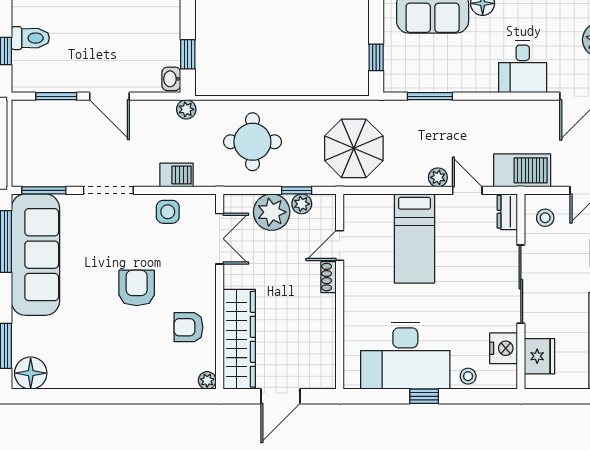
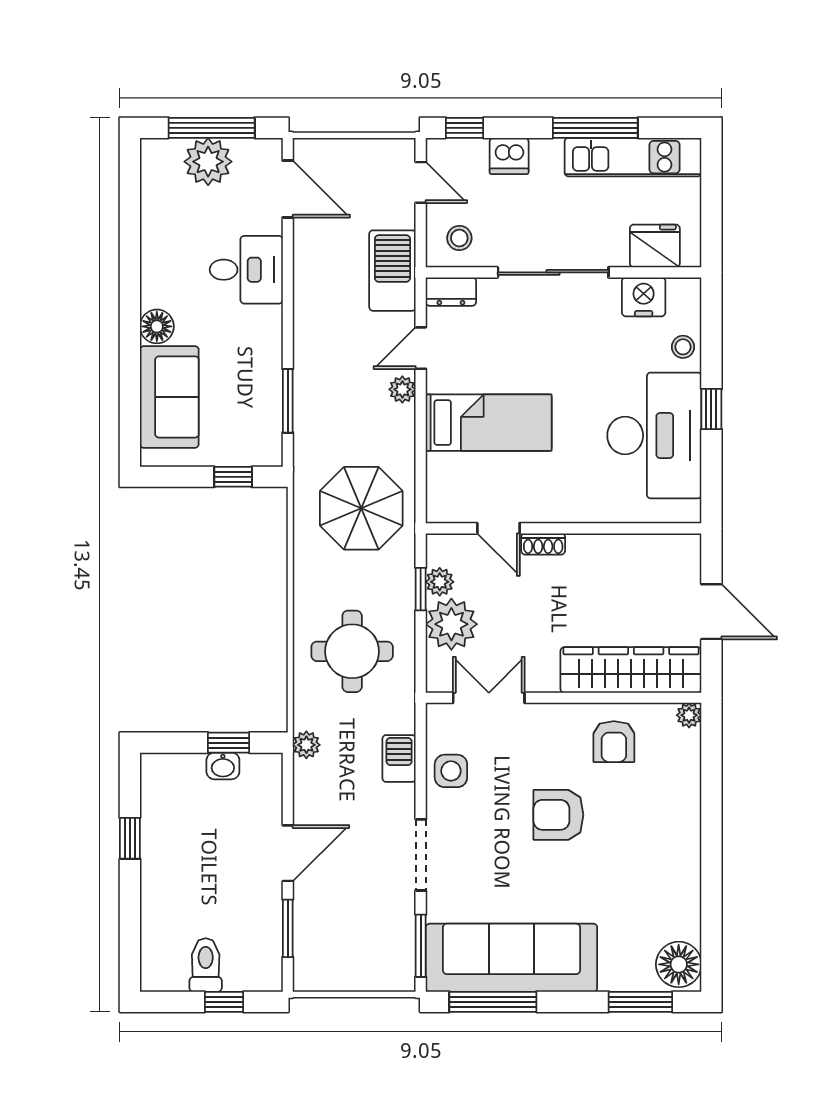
washbasin: (171, 79) -> (223, 766), moved

